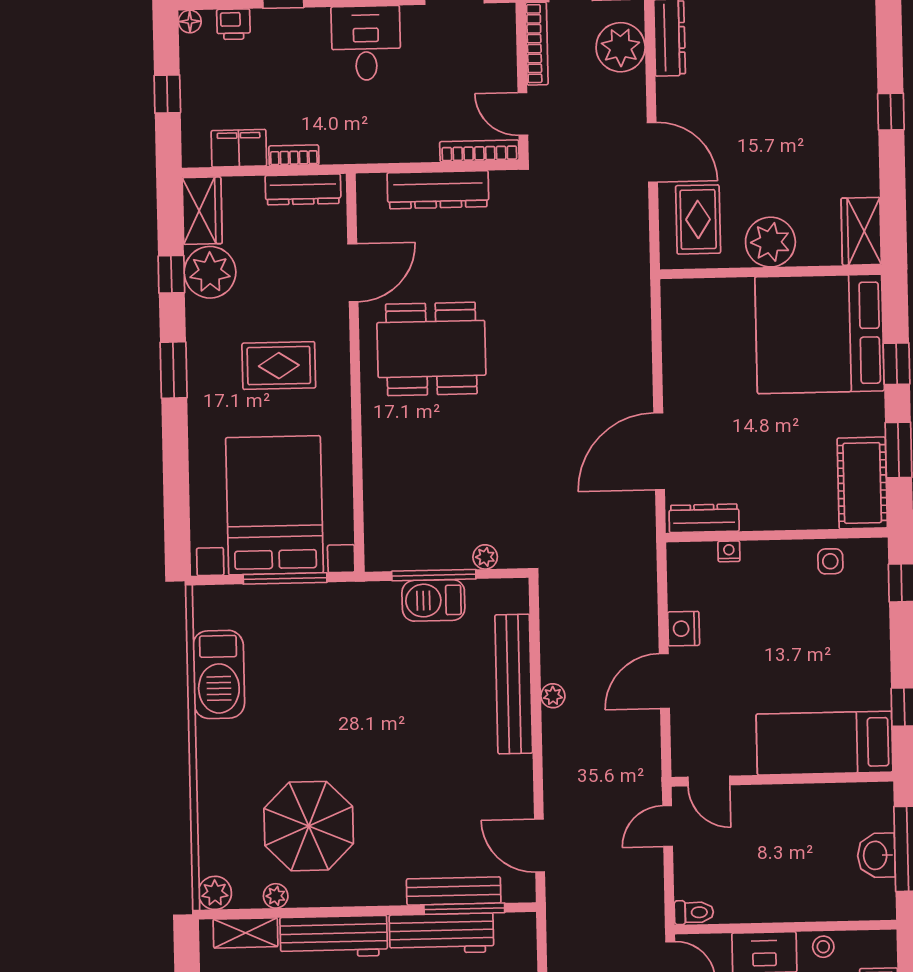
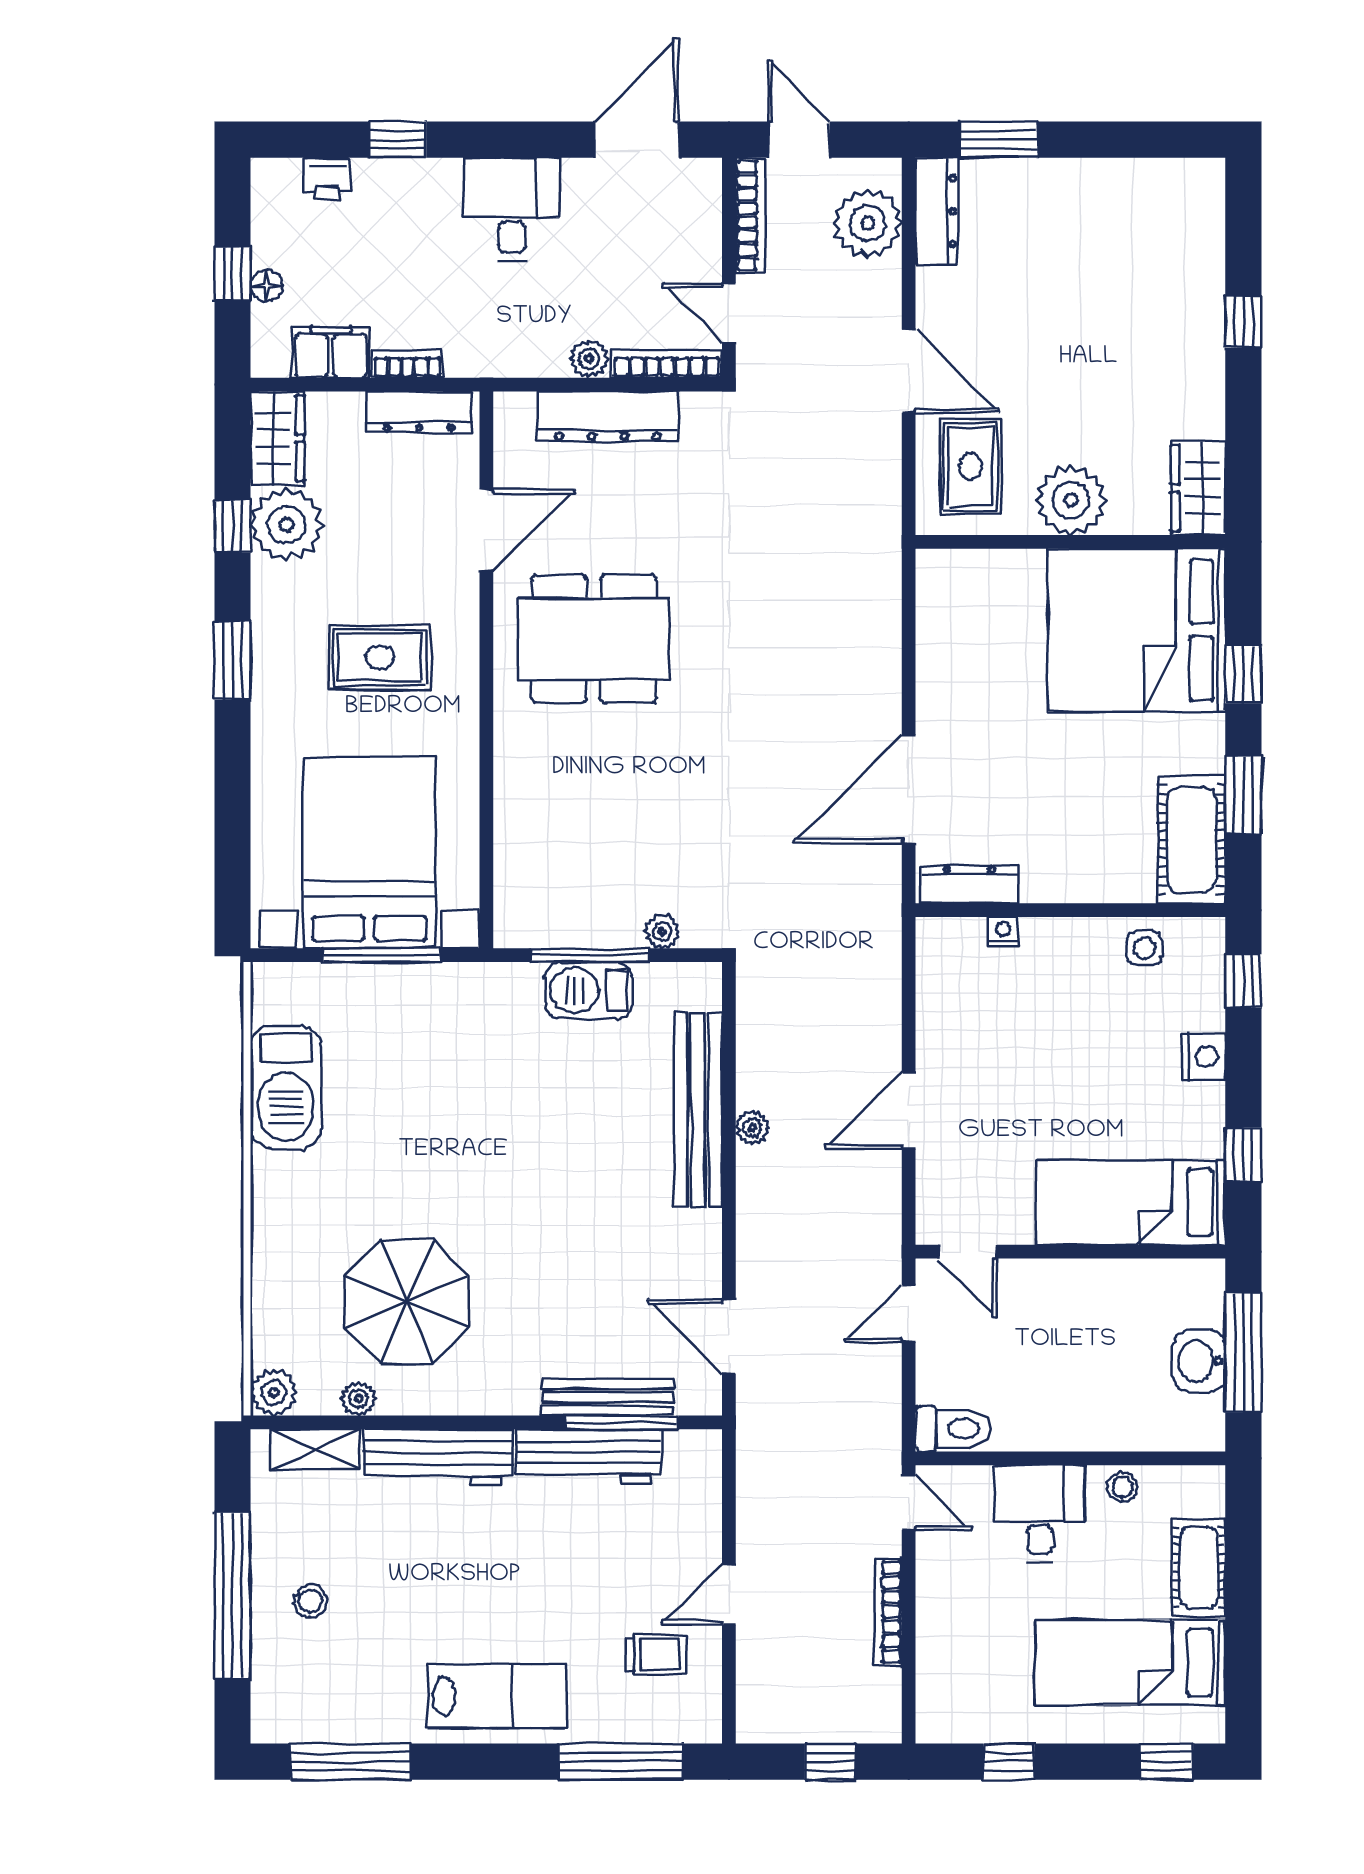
floor lamp: (190, 21) -> (266, 286), moved
plant: (424, 149) -> (589, 359), added
nightstand: (684, 629) -> (1204, 1056), moved, turned 180
toilet: (694, 912) -> (953, 1429), width x1.37, depth x1.39

